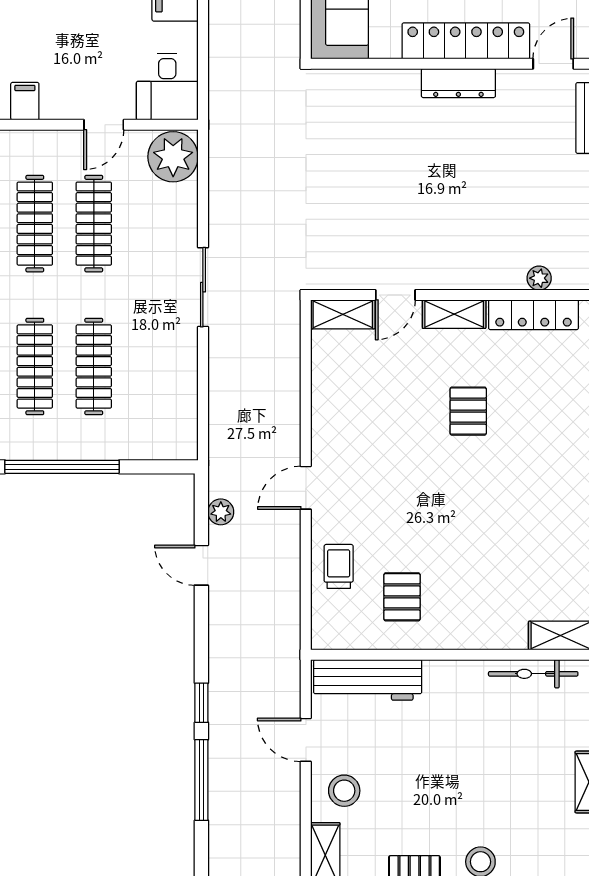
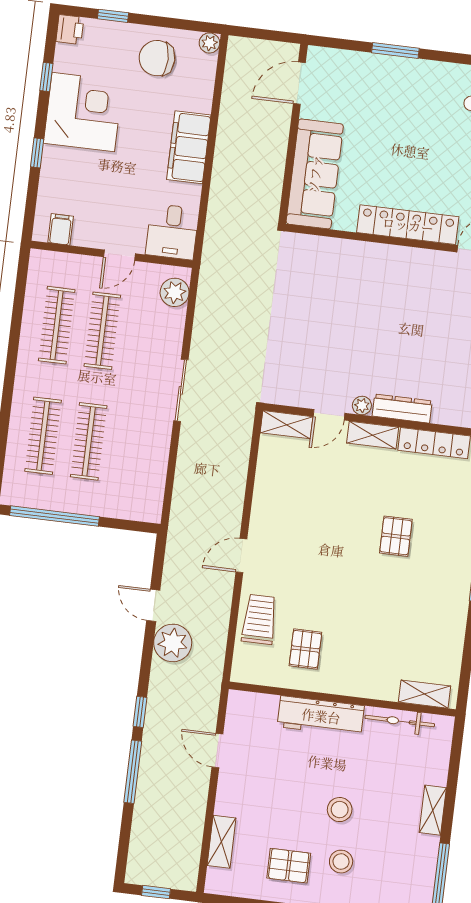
dresser: (458, 83) -> (402, 409), moved, turned 180
plant: (173, 157) -> (175, 292), width x0.73, depth x0.73
plant: (539, 278) -> (362, 405), moved
pallet: (468, 411) -> (396, 536), moved
plant: (221, 512) -> (173, 643), moved, width x1.88, depth x1.88
trolley: (339, 566) -> (259, 619), width x1.36, depth x1.39
workbench: (368, 680) -> (321, 716), moved
stool: (344, 791) -> (340, 810), moved

